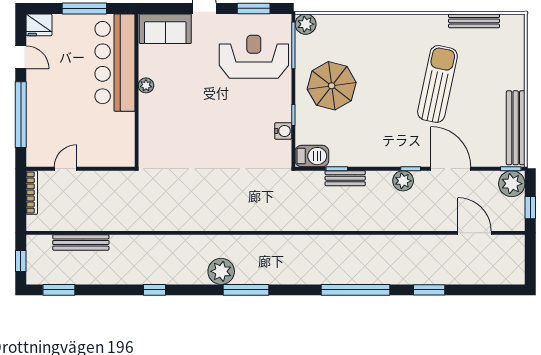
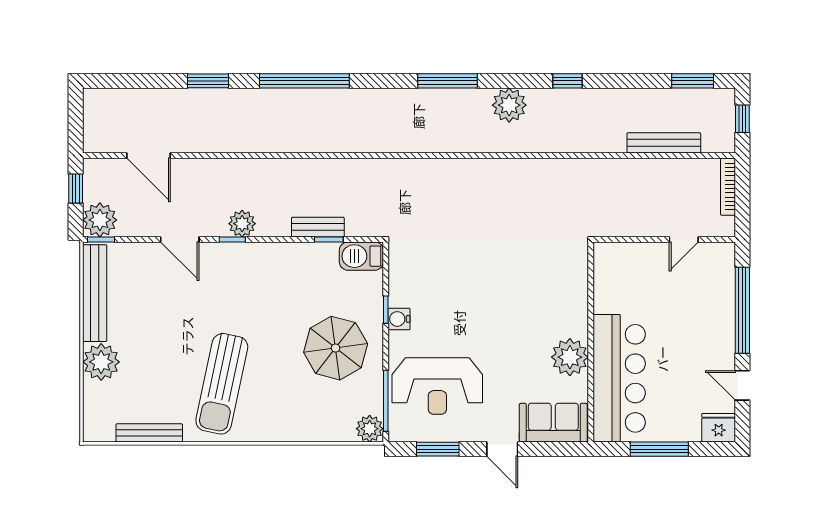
plant: (511, 75) -> (101, 362), added
sun lounger: (437, 84) -> (222, 384), moved
plant: (146, 85) -> (570, 357), width x1.87, depth x1.87
water cooler: (283, 131) -> (399, 319), moved
door: (451, 169) -> (180, 239), width x0.73
bookcase: (32, 192) -> (728, 187), moved
plant: (221, 271) -> (509, 105), moved

